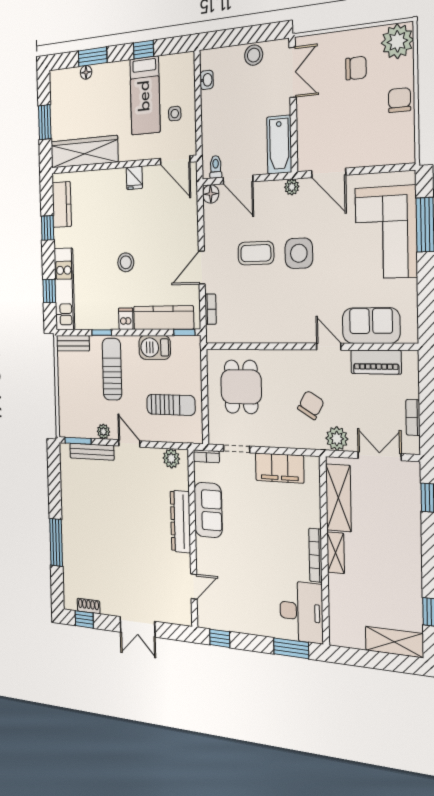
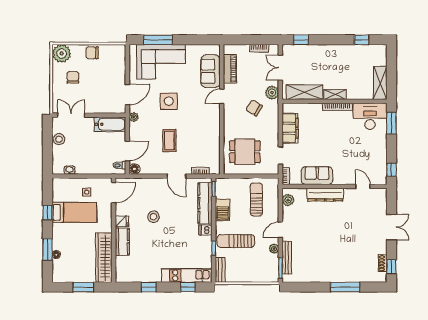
kitchen counter: (62, 205) -> (122, 242), moved, turned 90
side table: (299, 253) -> (169, 101), moved
stool: (126, 262) -> (154, 217), moved
shelving: (394, 642) -> (380, 83), moved

